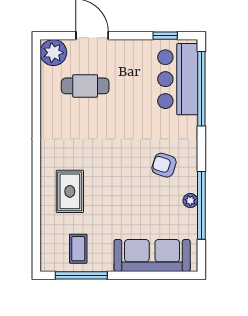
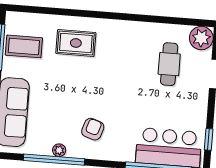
coffee table: (78, 249) -> (24, 46), width x1.36, depth x1.30

